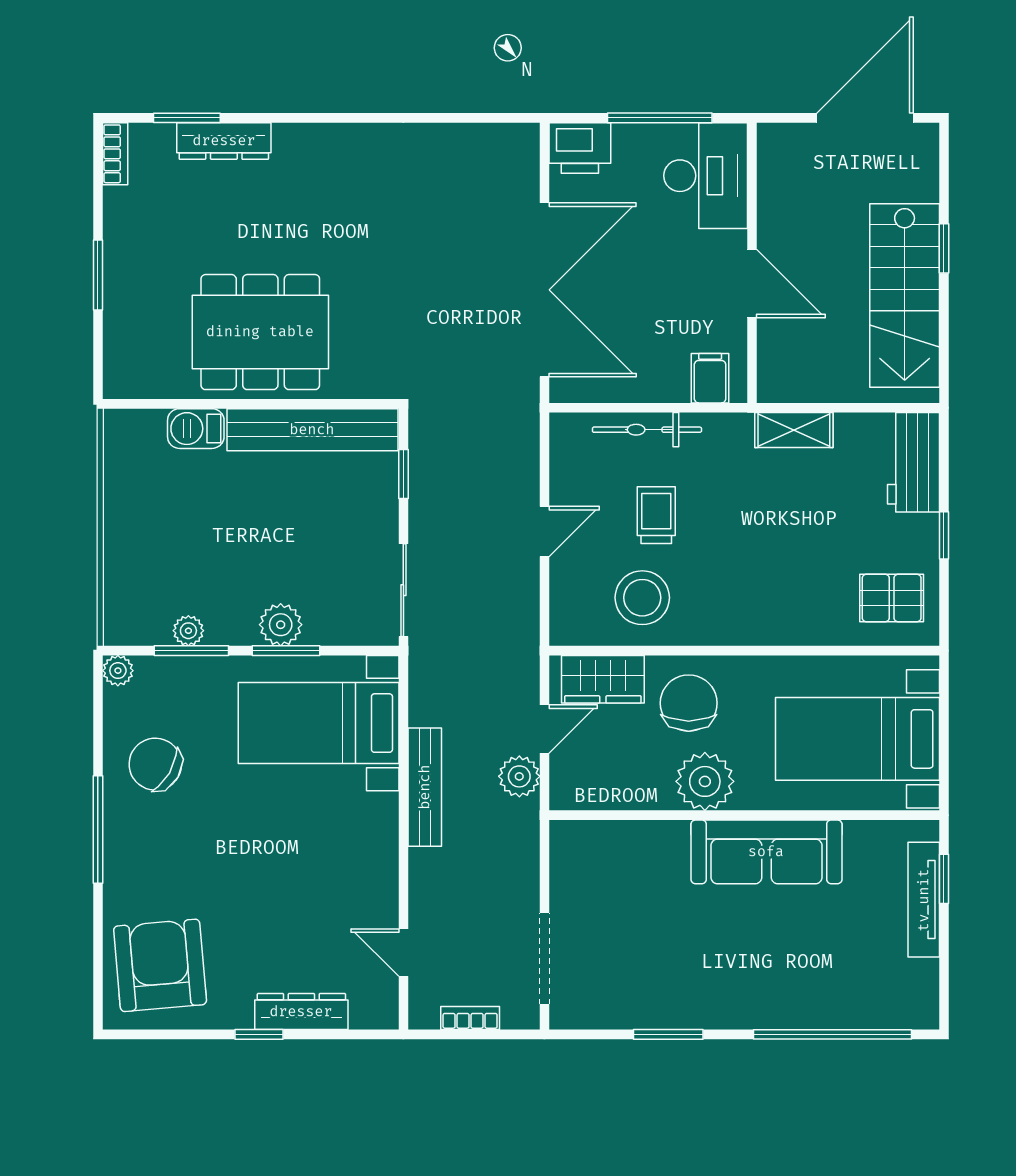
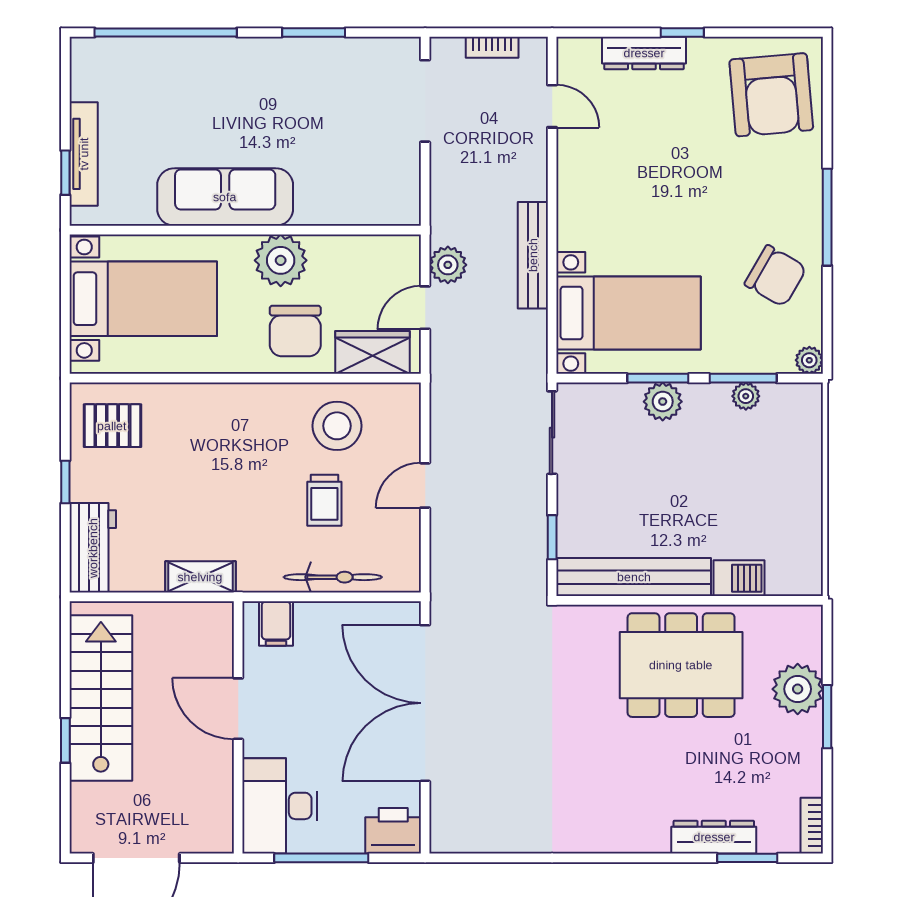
plant: (131, 306) -> (798, 689), added

